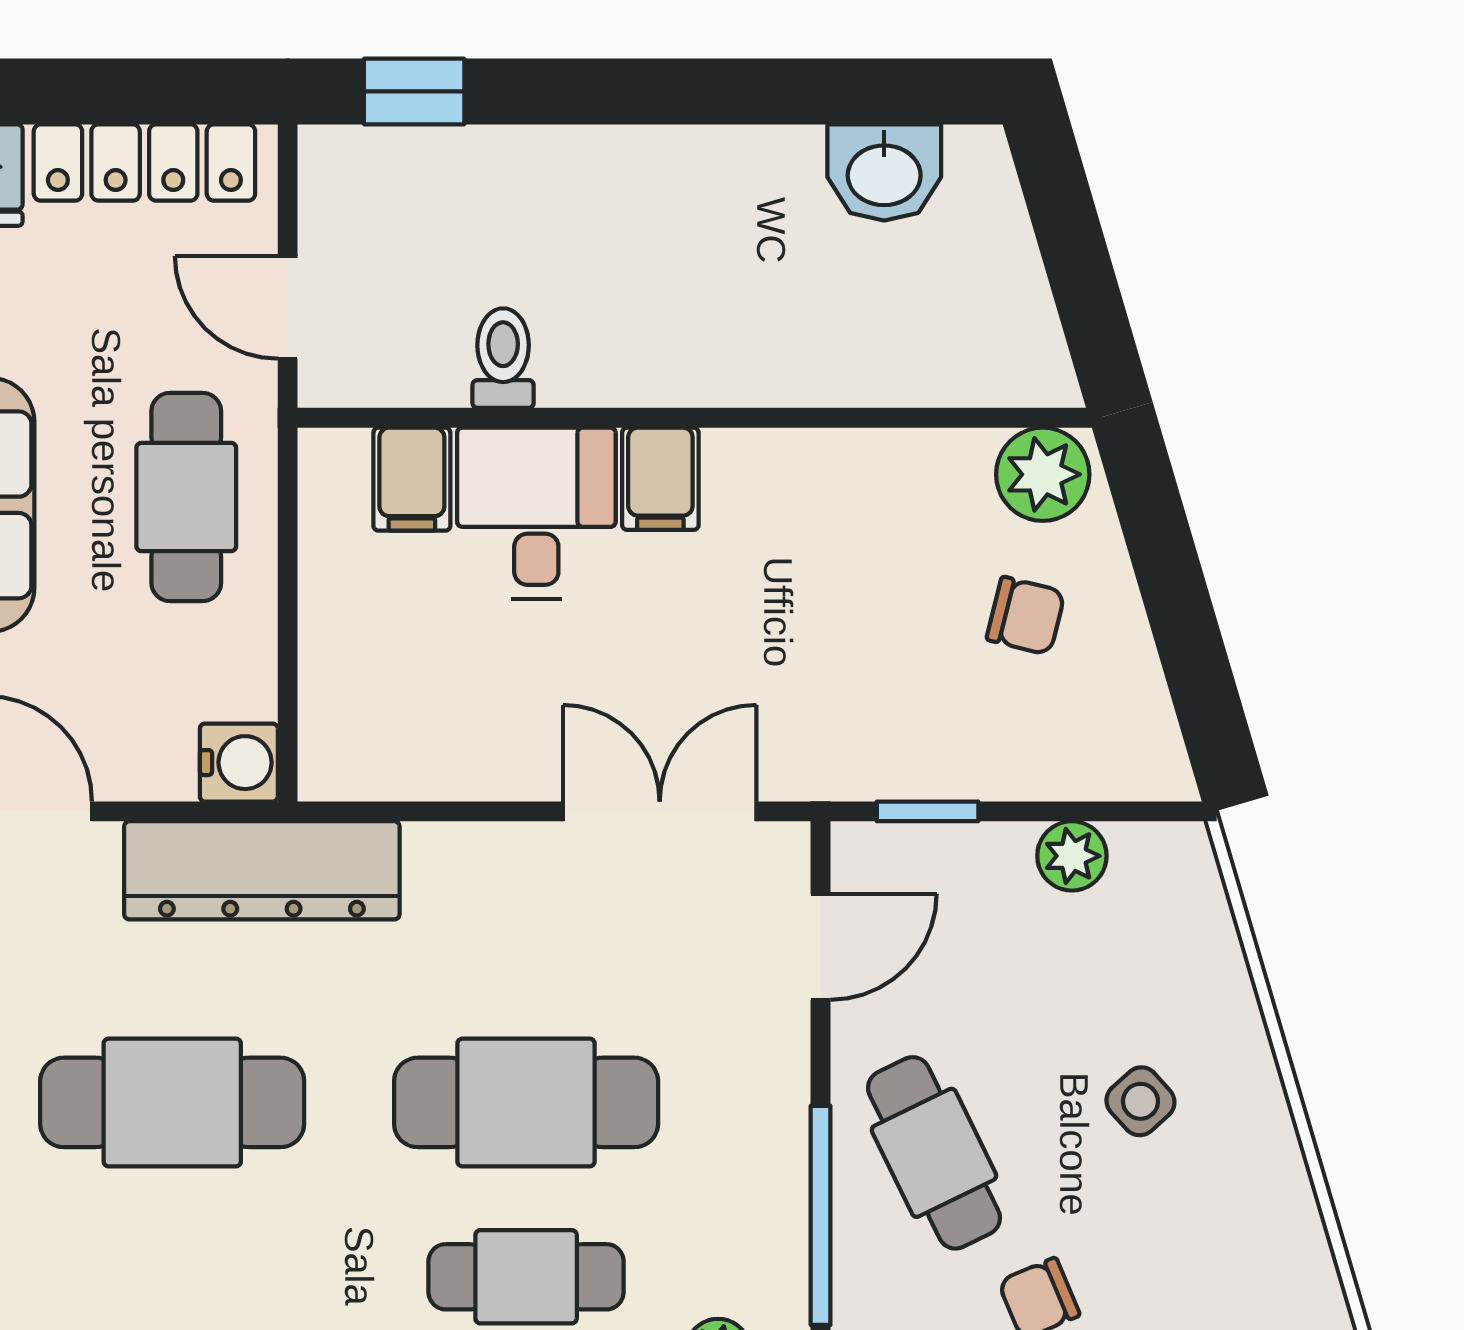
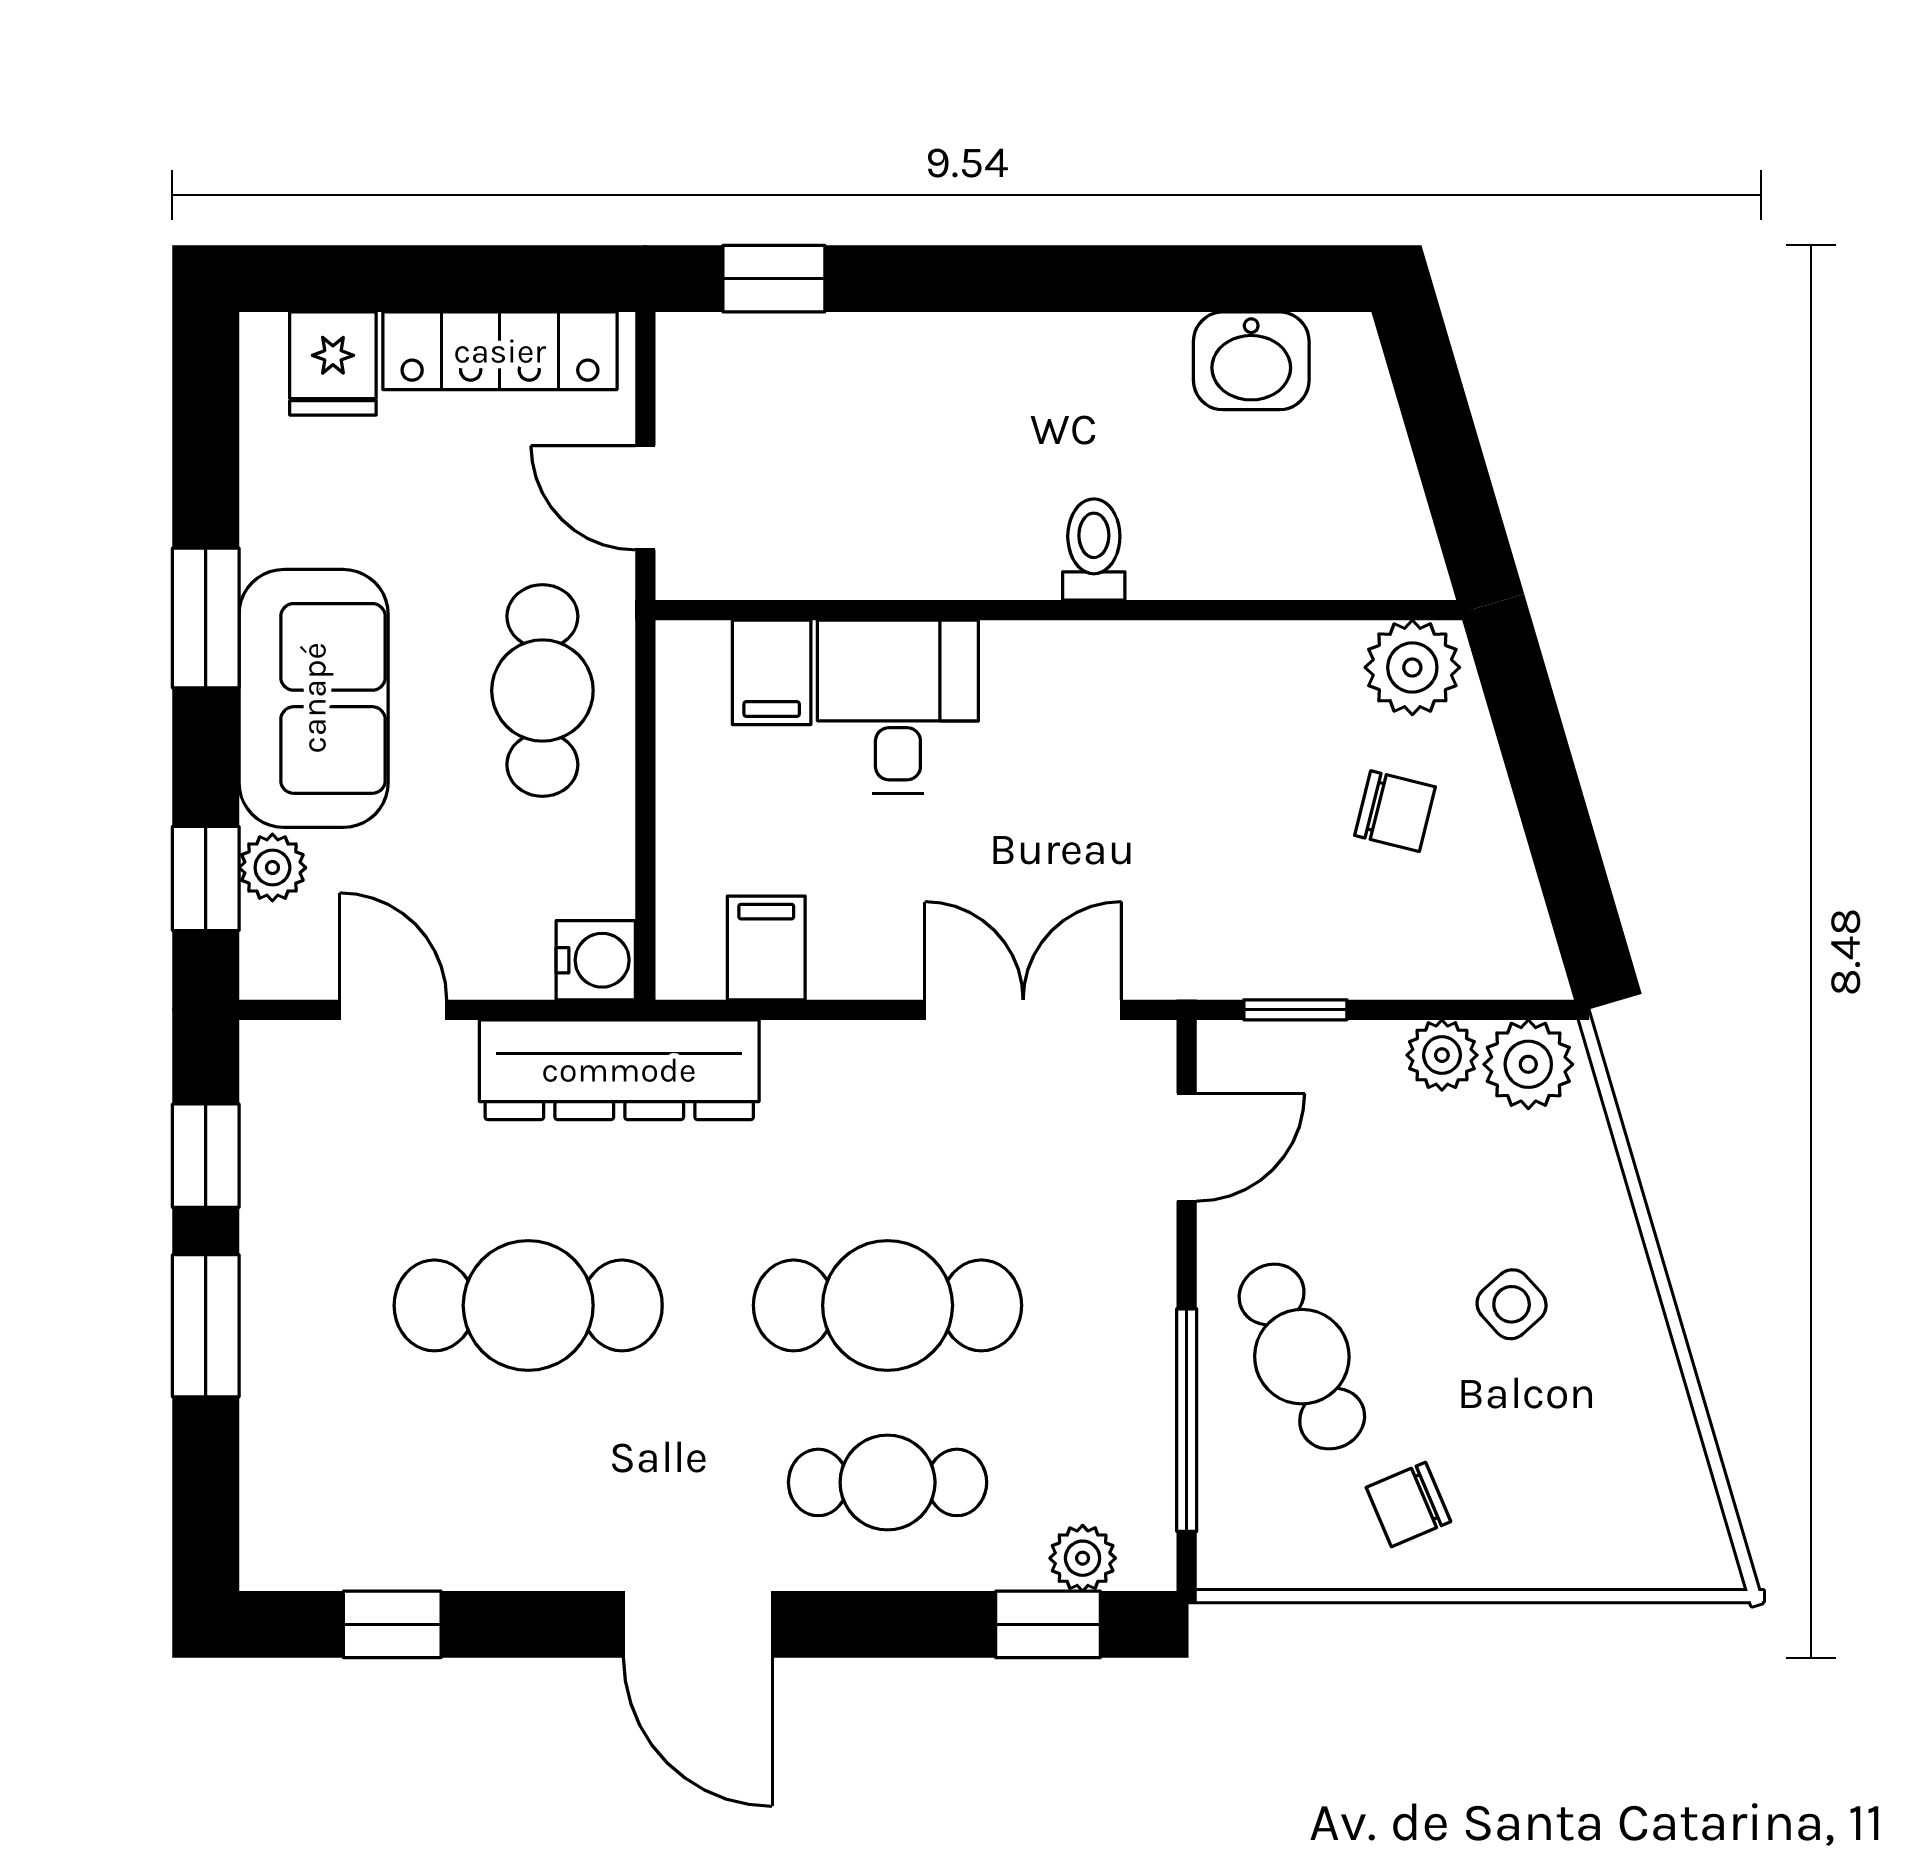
toilet: (503, 358) -> (1094, 549), moved
filing cabinet: (660, 479) -> (766, 948), moved, turned 180
plant: (1157, 865) -> (1528, 1064), added

